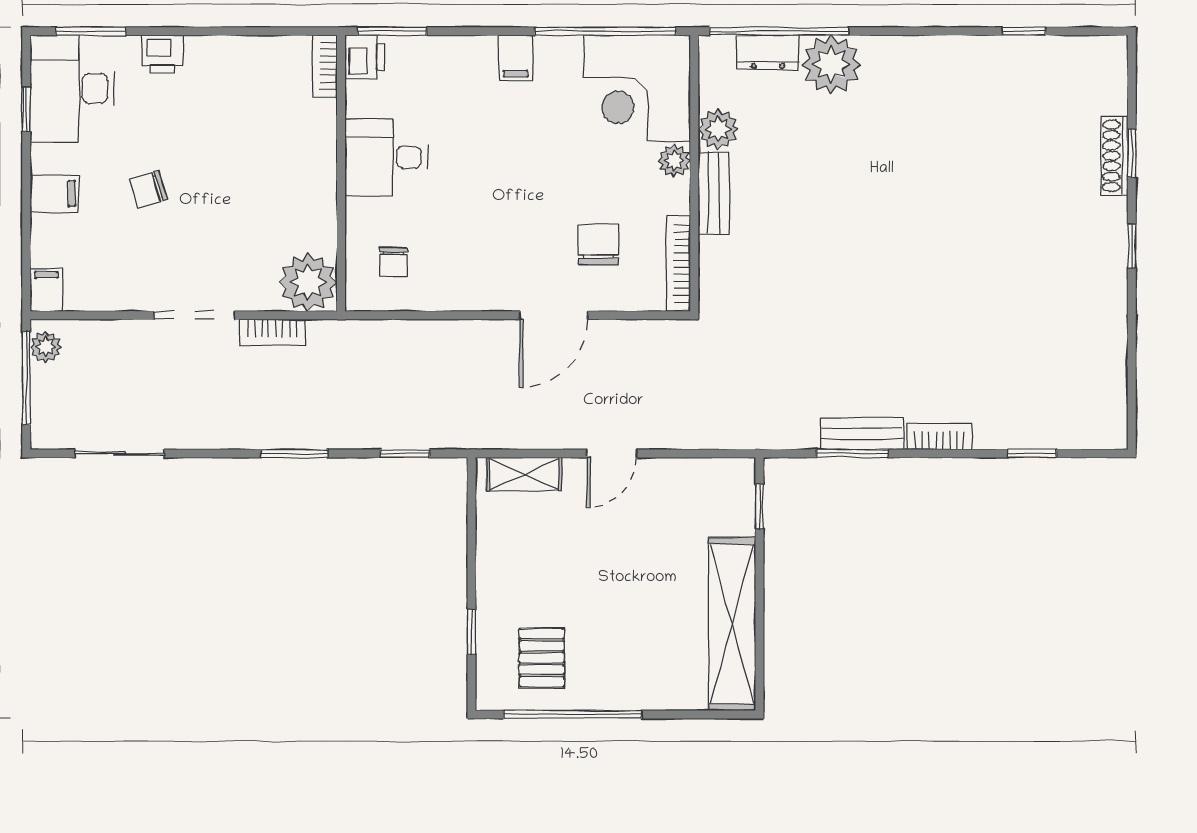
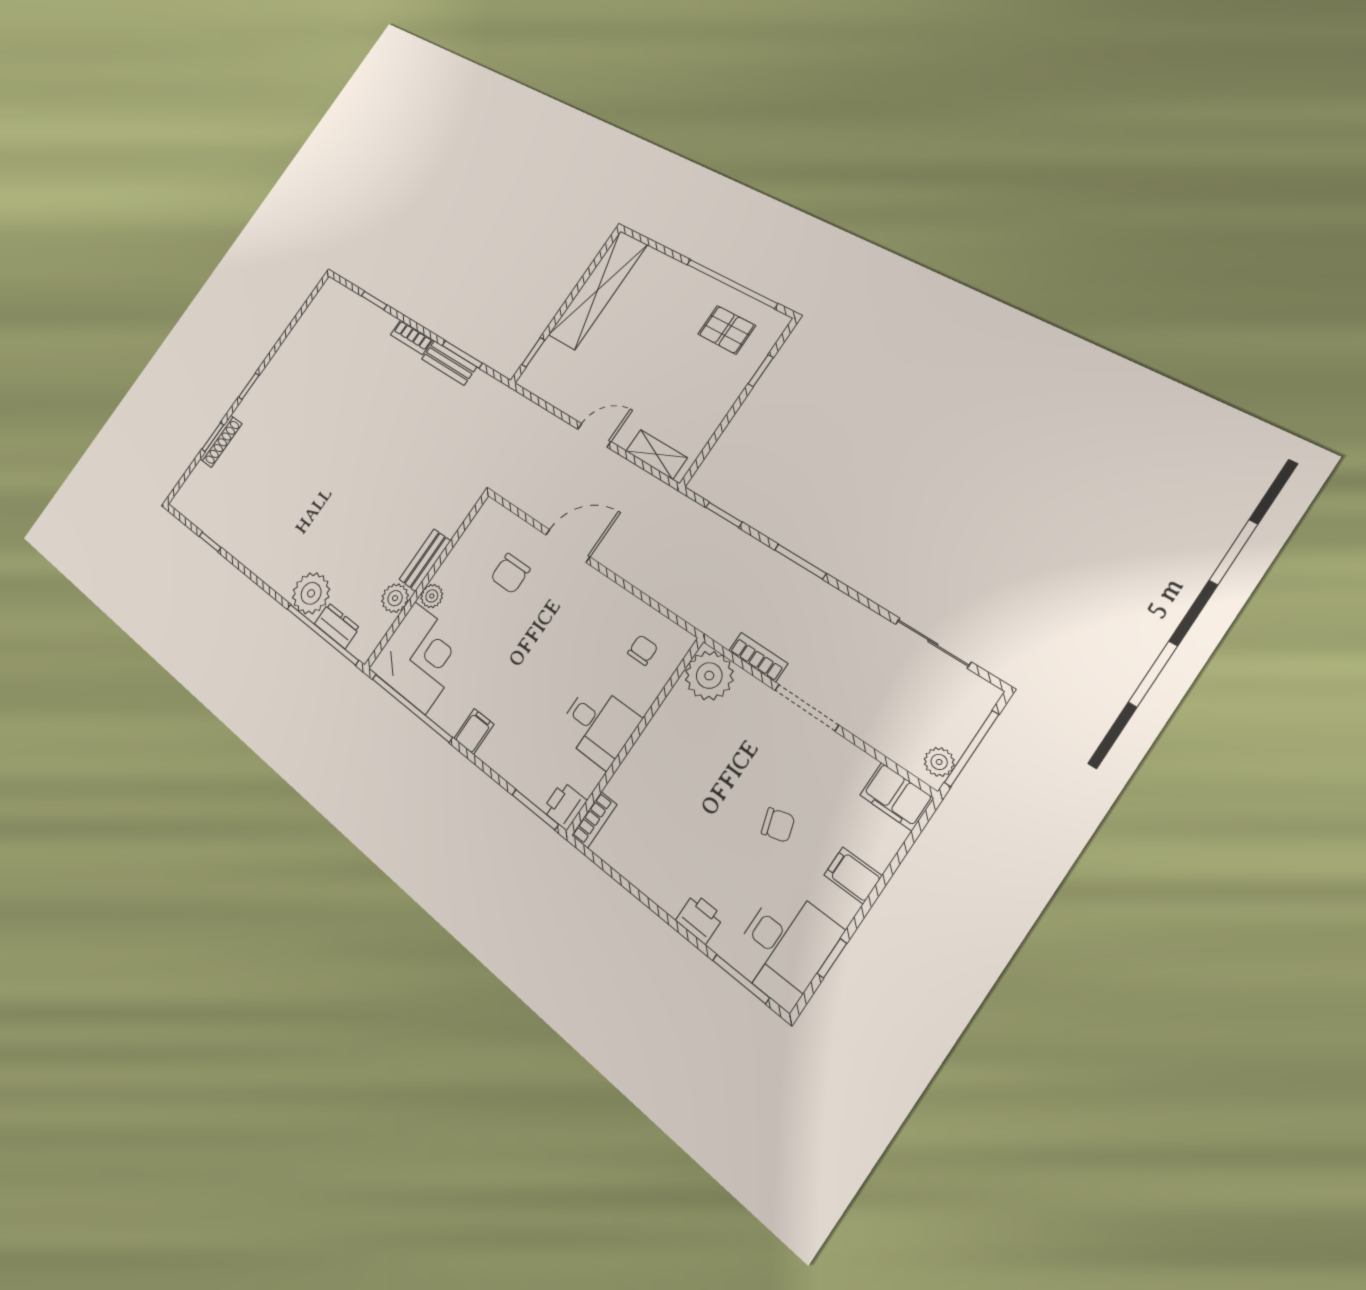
bookcase: (678, 264) -> (474, 530), removed
filing cabinet: (46, 290) -> (896, 797), width x2.00
pallet: (542, 658) -> (727, 330), turned 90

